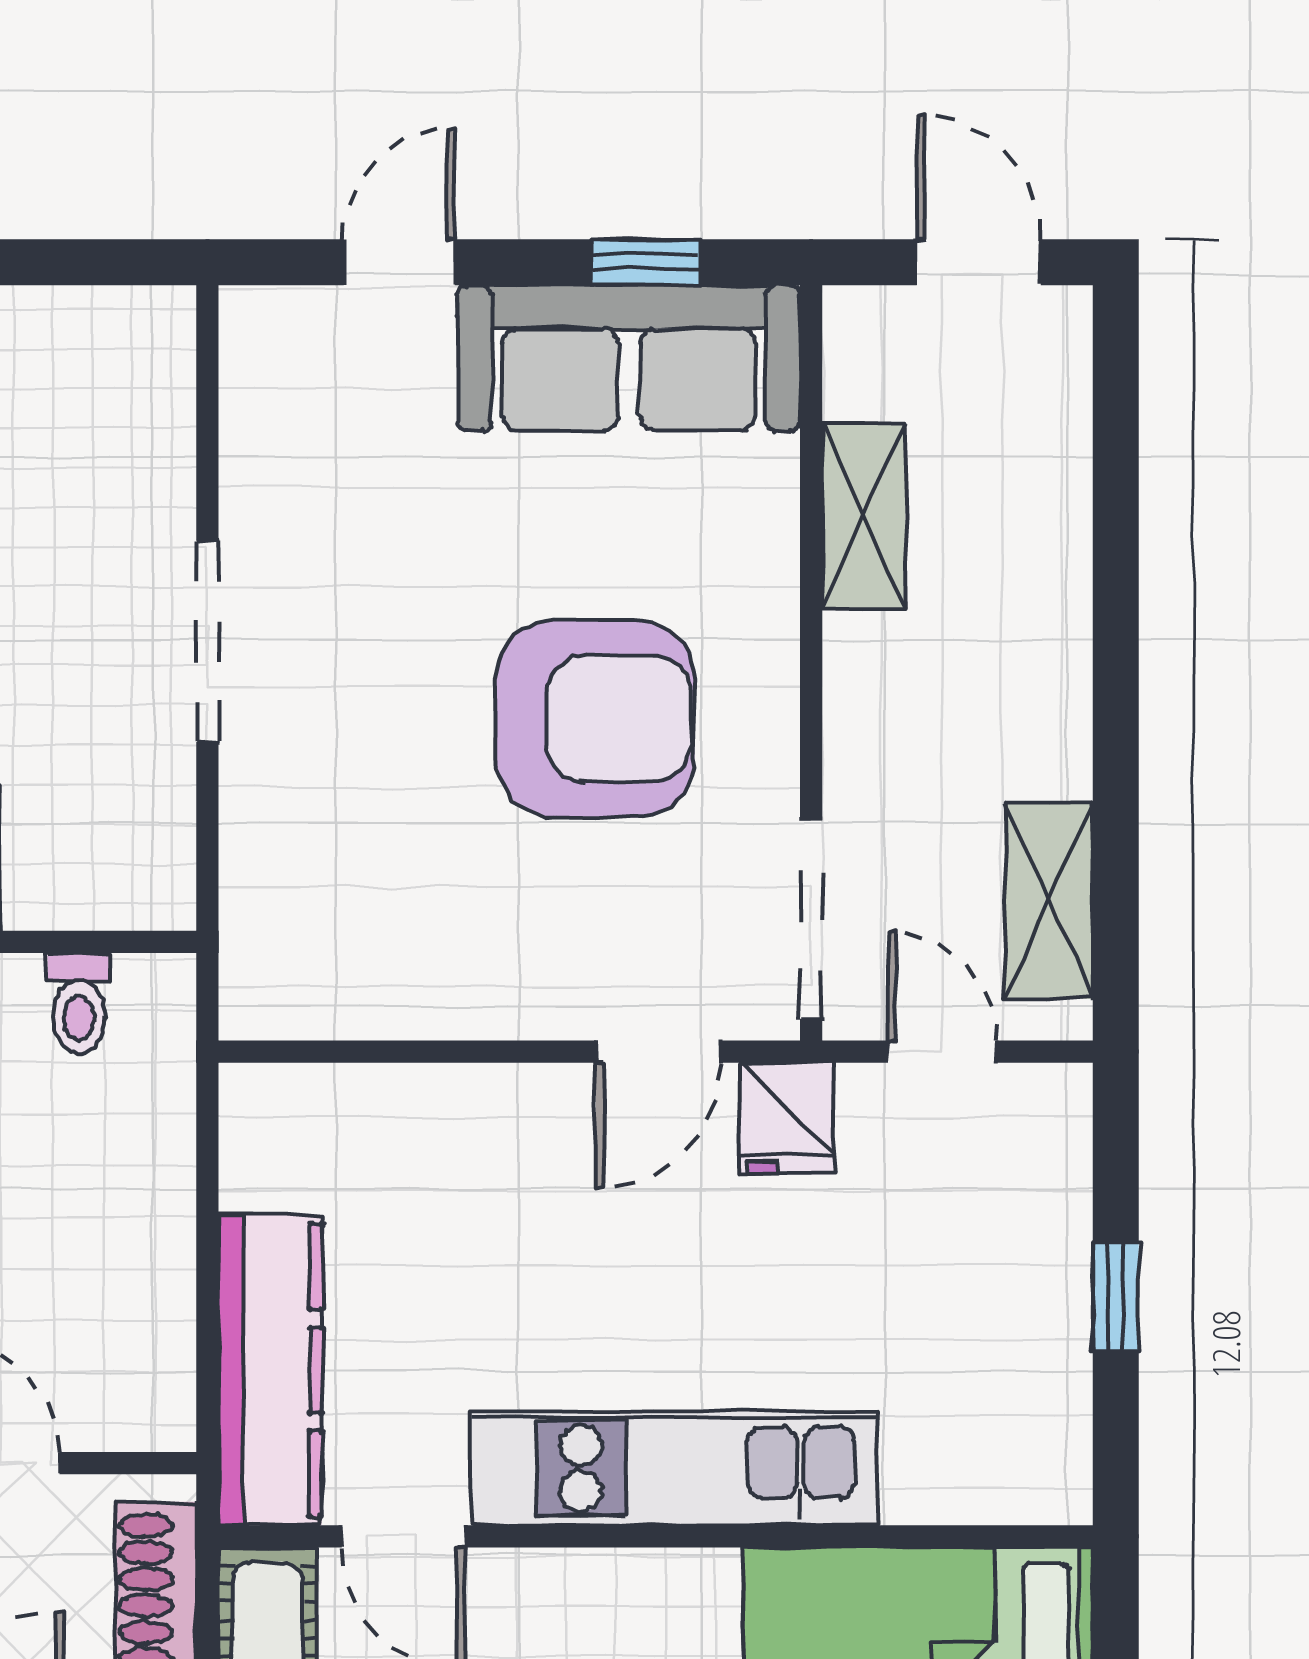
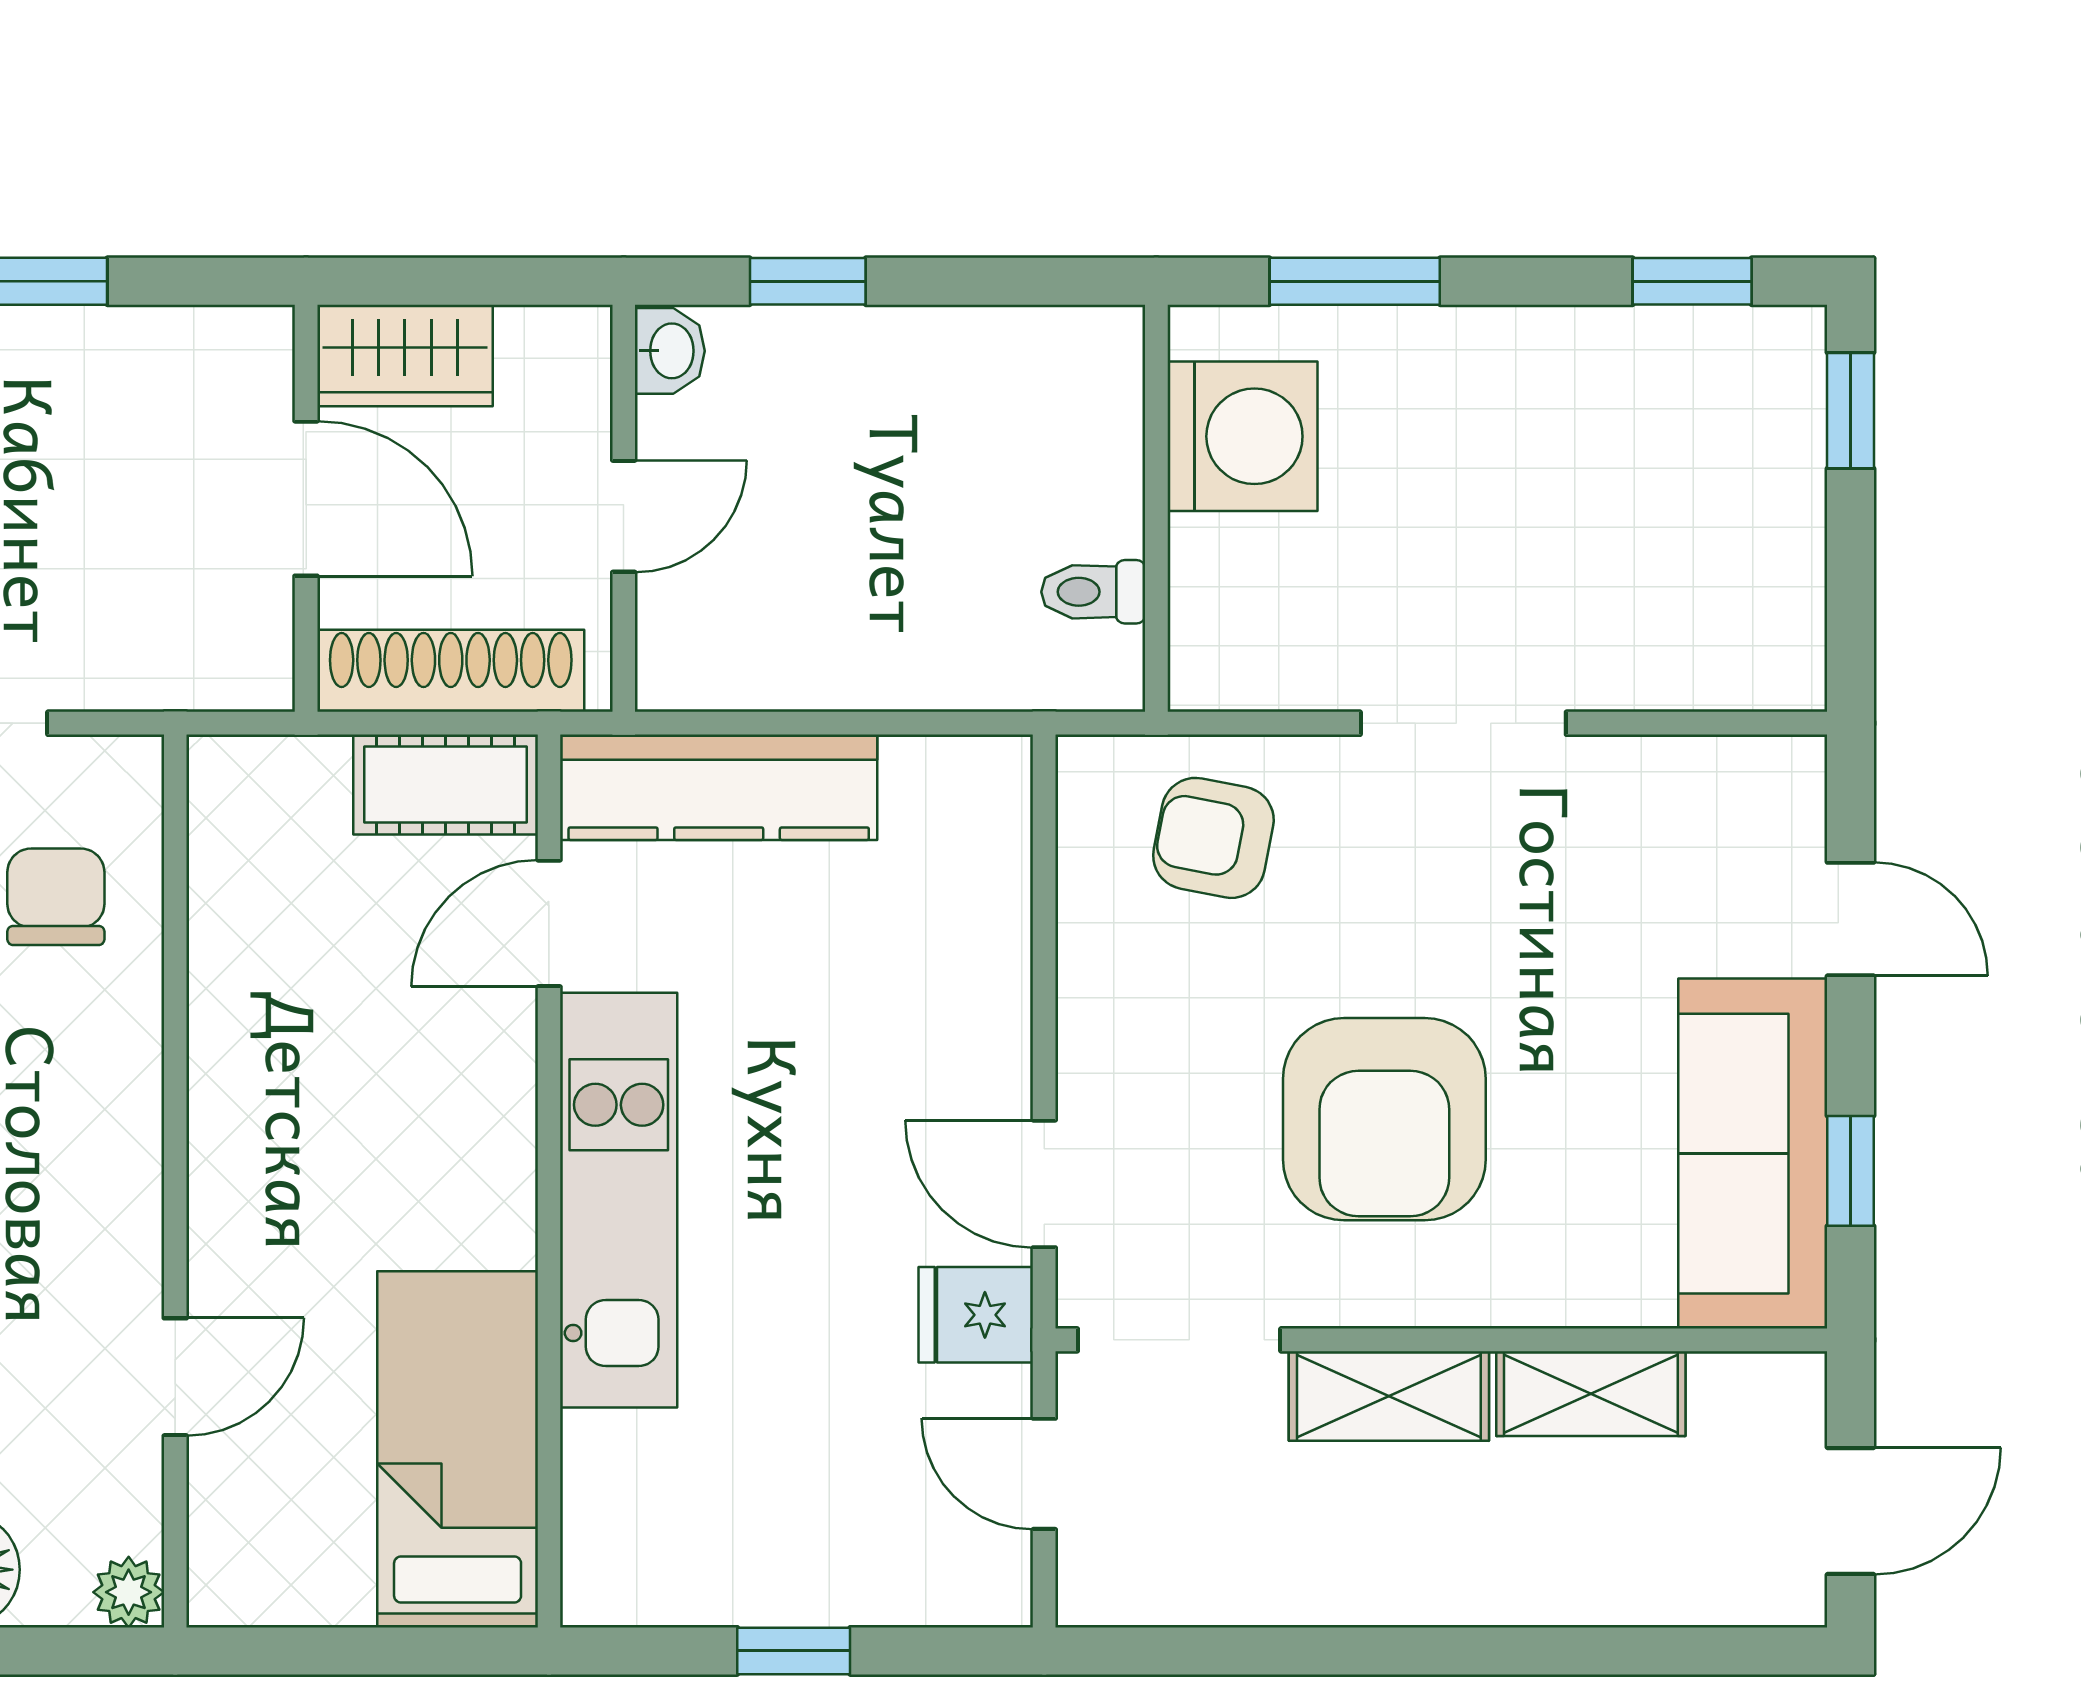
armchair: (320, 886) -> (1213, 838), added
shelving: (1049, 901) -> (1389, 1396), moved
door: (942, 1052) -> (1044, 1474), swing flipped

